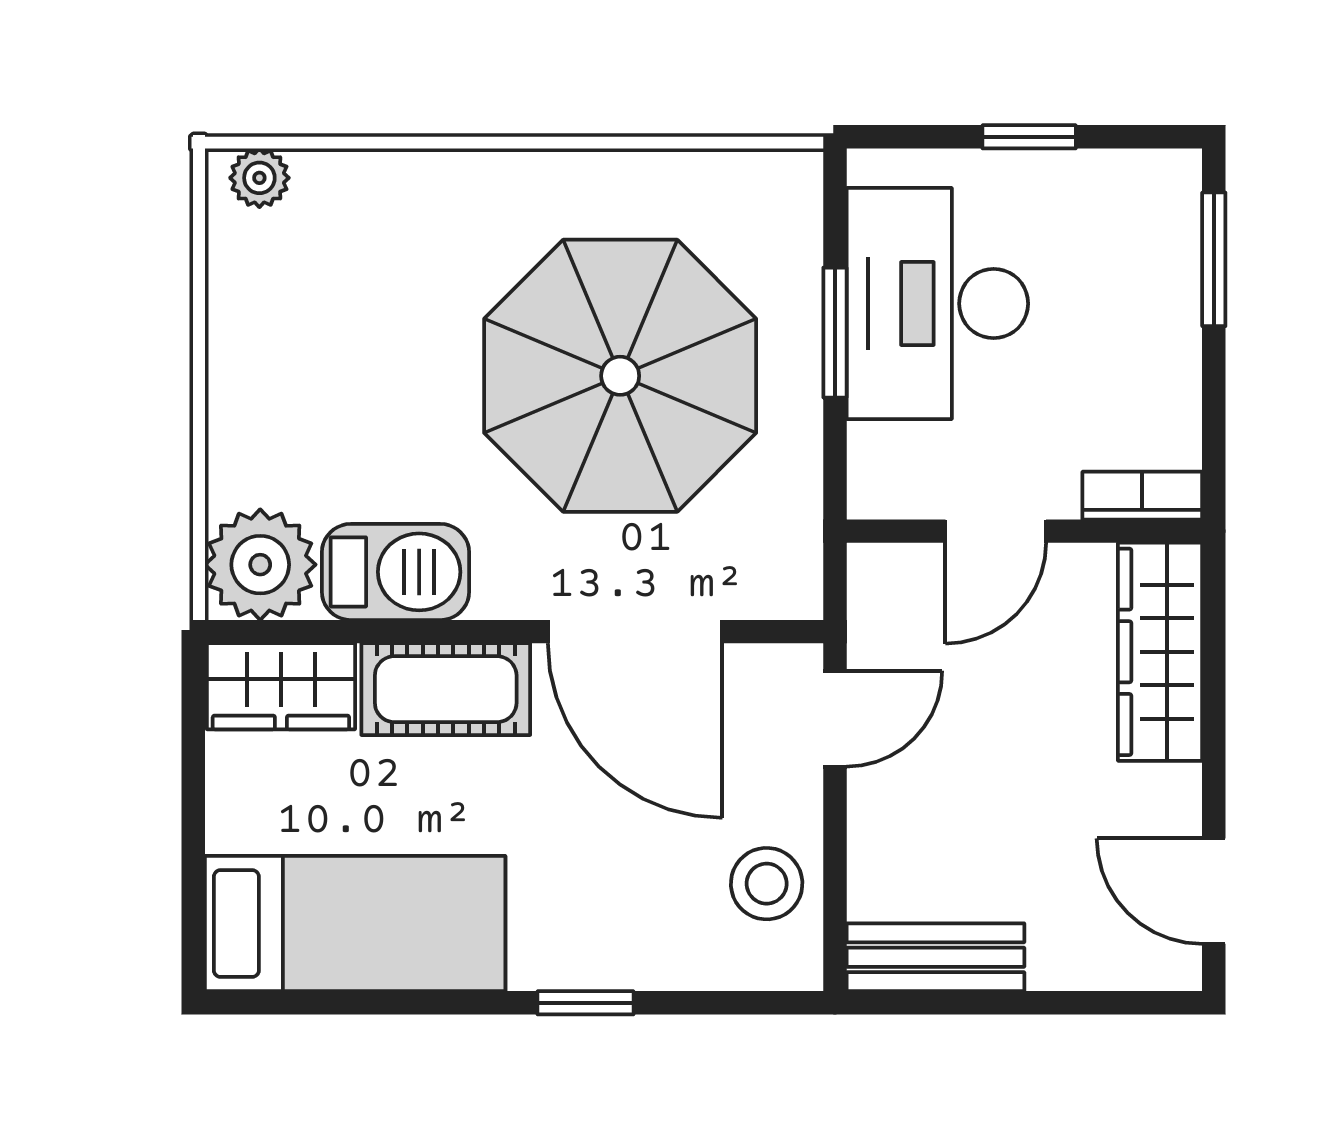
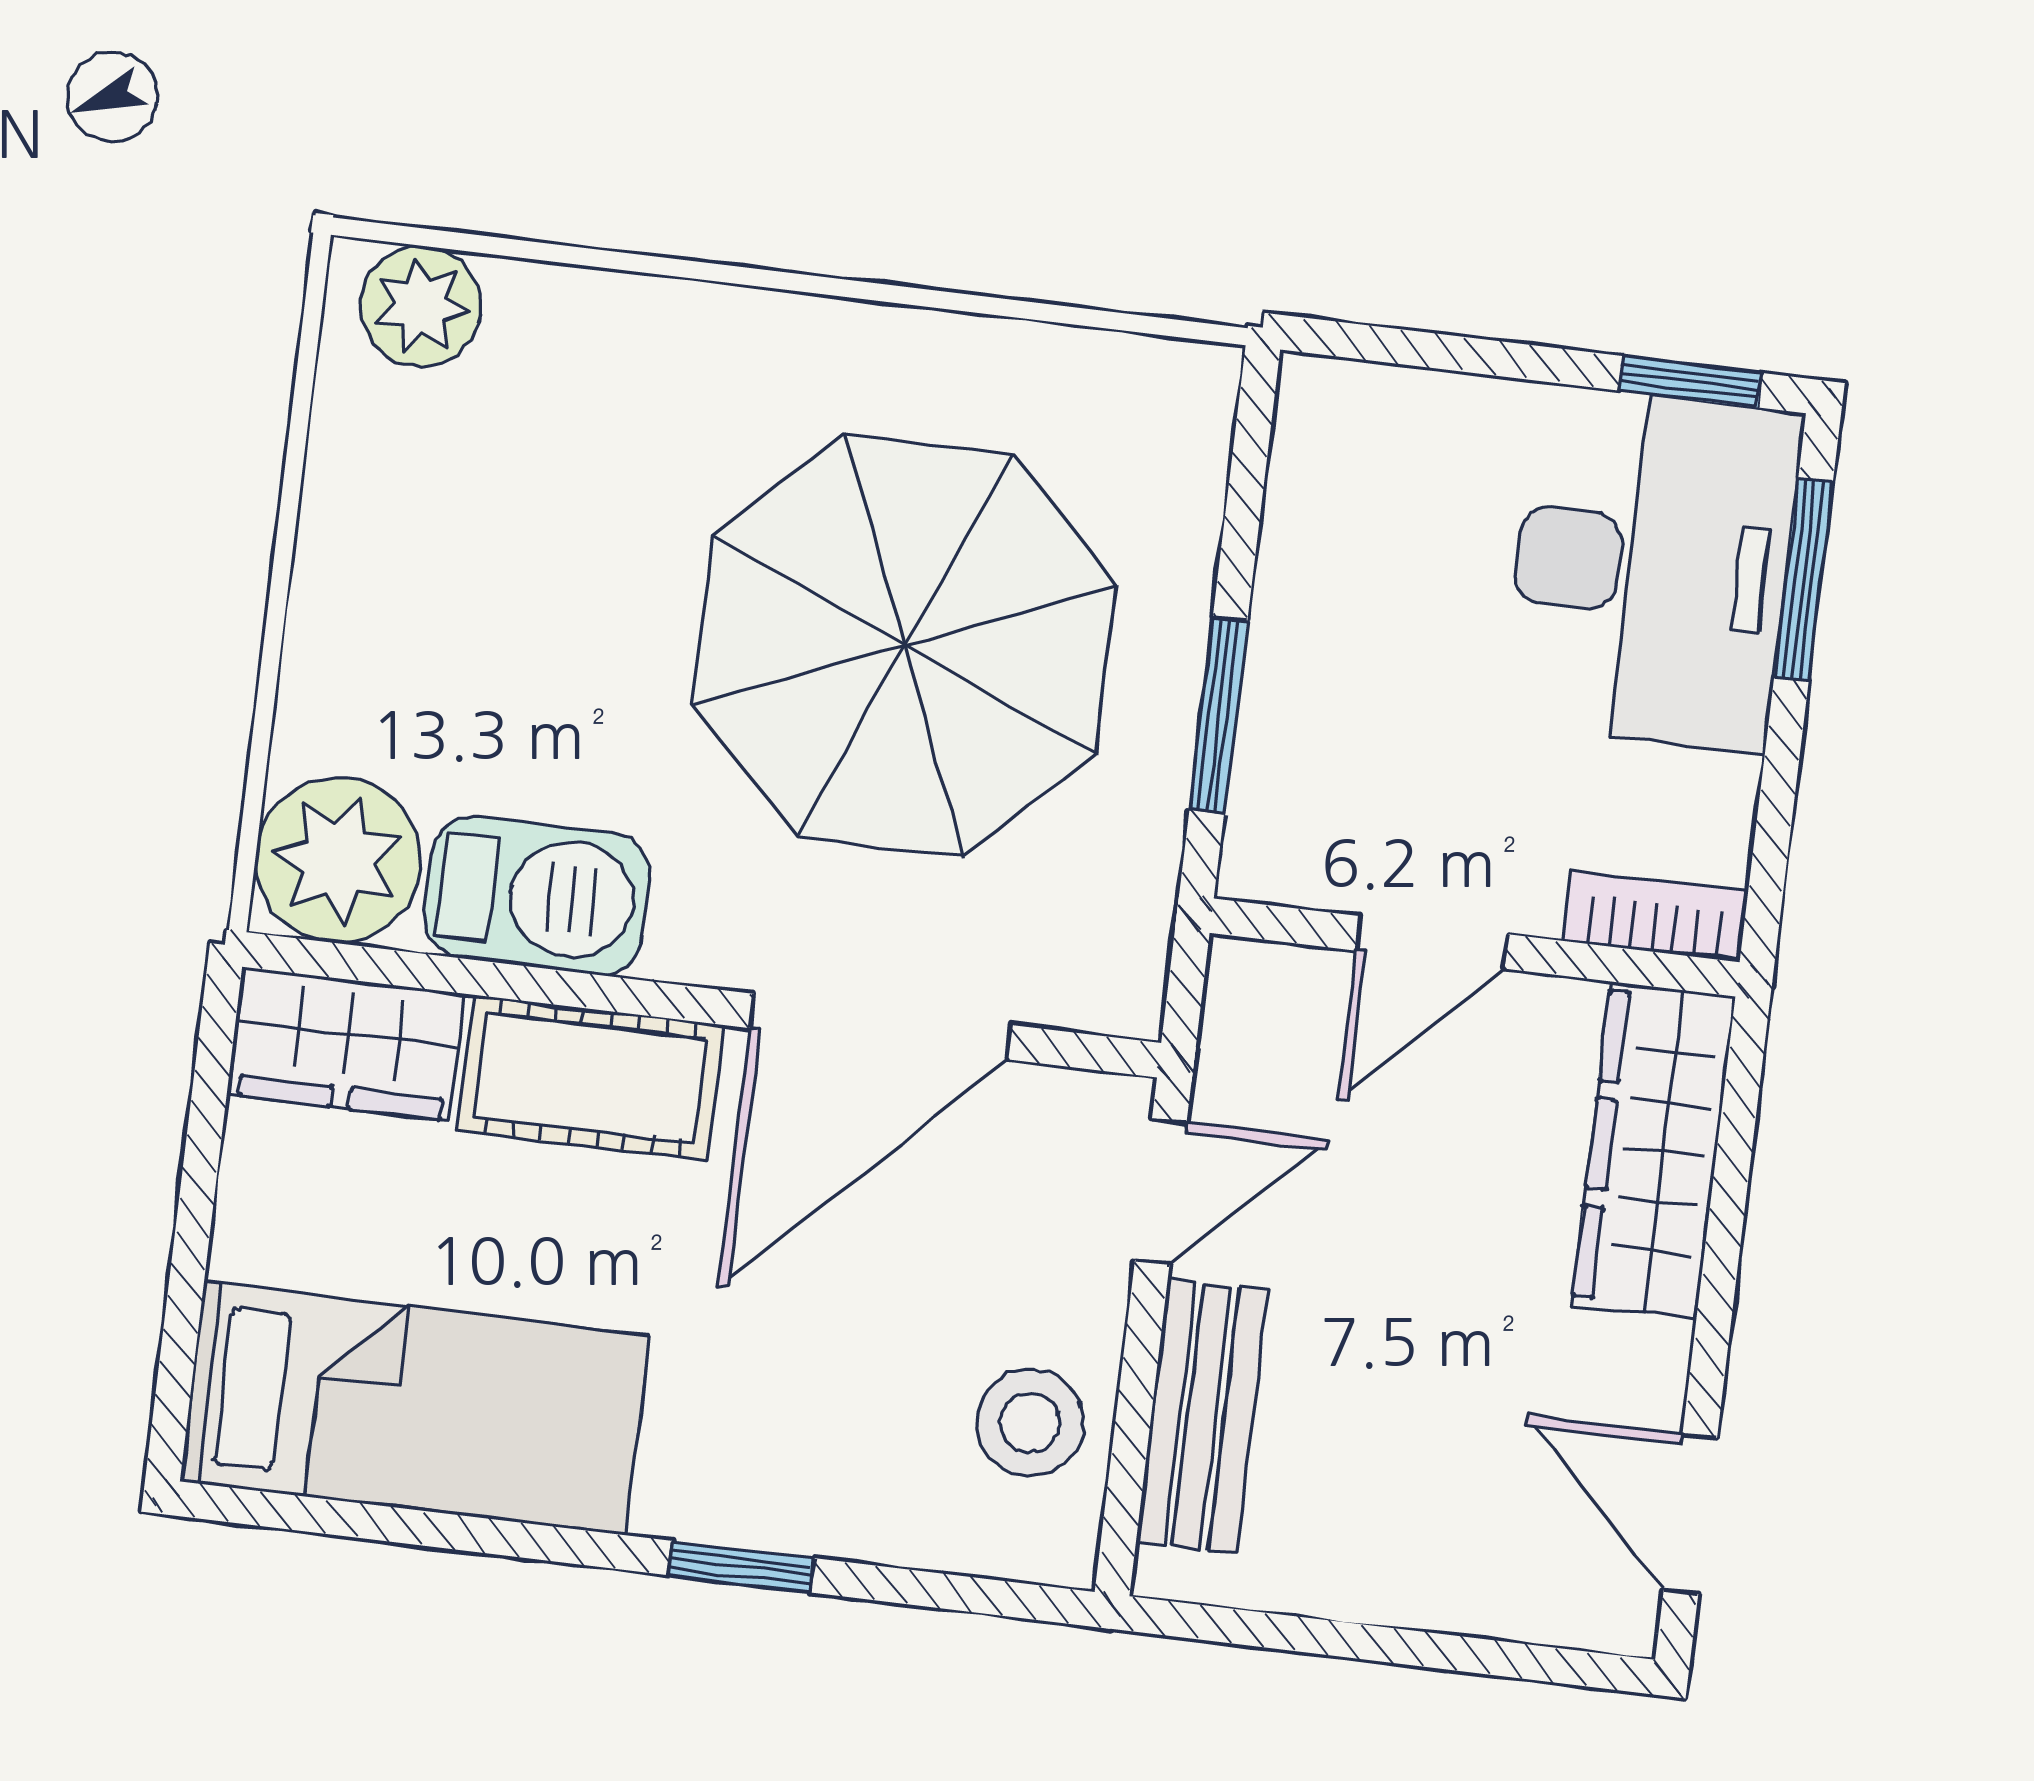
window: (1029, 137) -> (1690, 382), moved
plant: (259, 178) -> (421, 306), width x1.38, depth x1.38
desk: (937, 304) -> (1651, 568), moved, turned 180
window: (835, 333) -> (1218, 716), moved
door: (635, 632) -> (881, 1027), hinge flipped
bench: (935, 957) -> (1202, 1416), moved, turned 90

